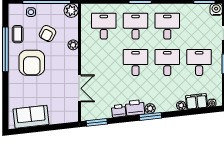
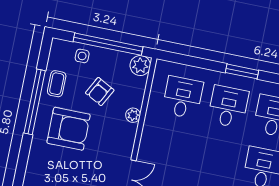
desk: (136, 62) -> (218, 159), removed
armchair: (32, 63) -> (69, 129), turned -90

